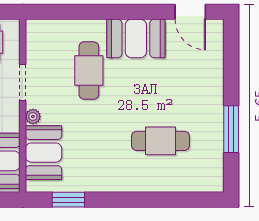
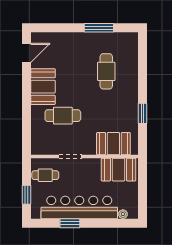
plant: (33, 117) -> (91, 150), removed
window: (68, 200) -> (142, 113), moved

